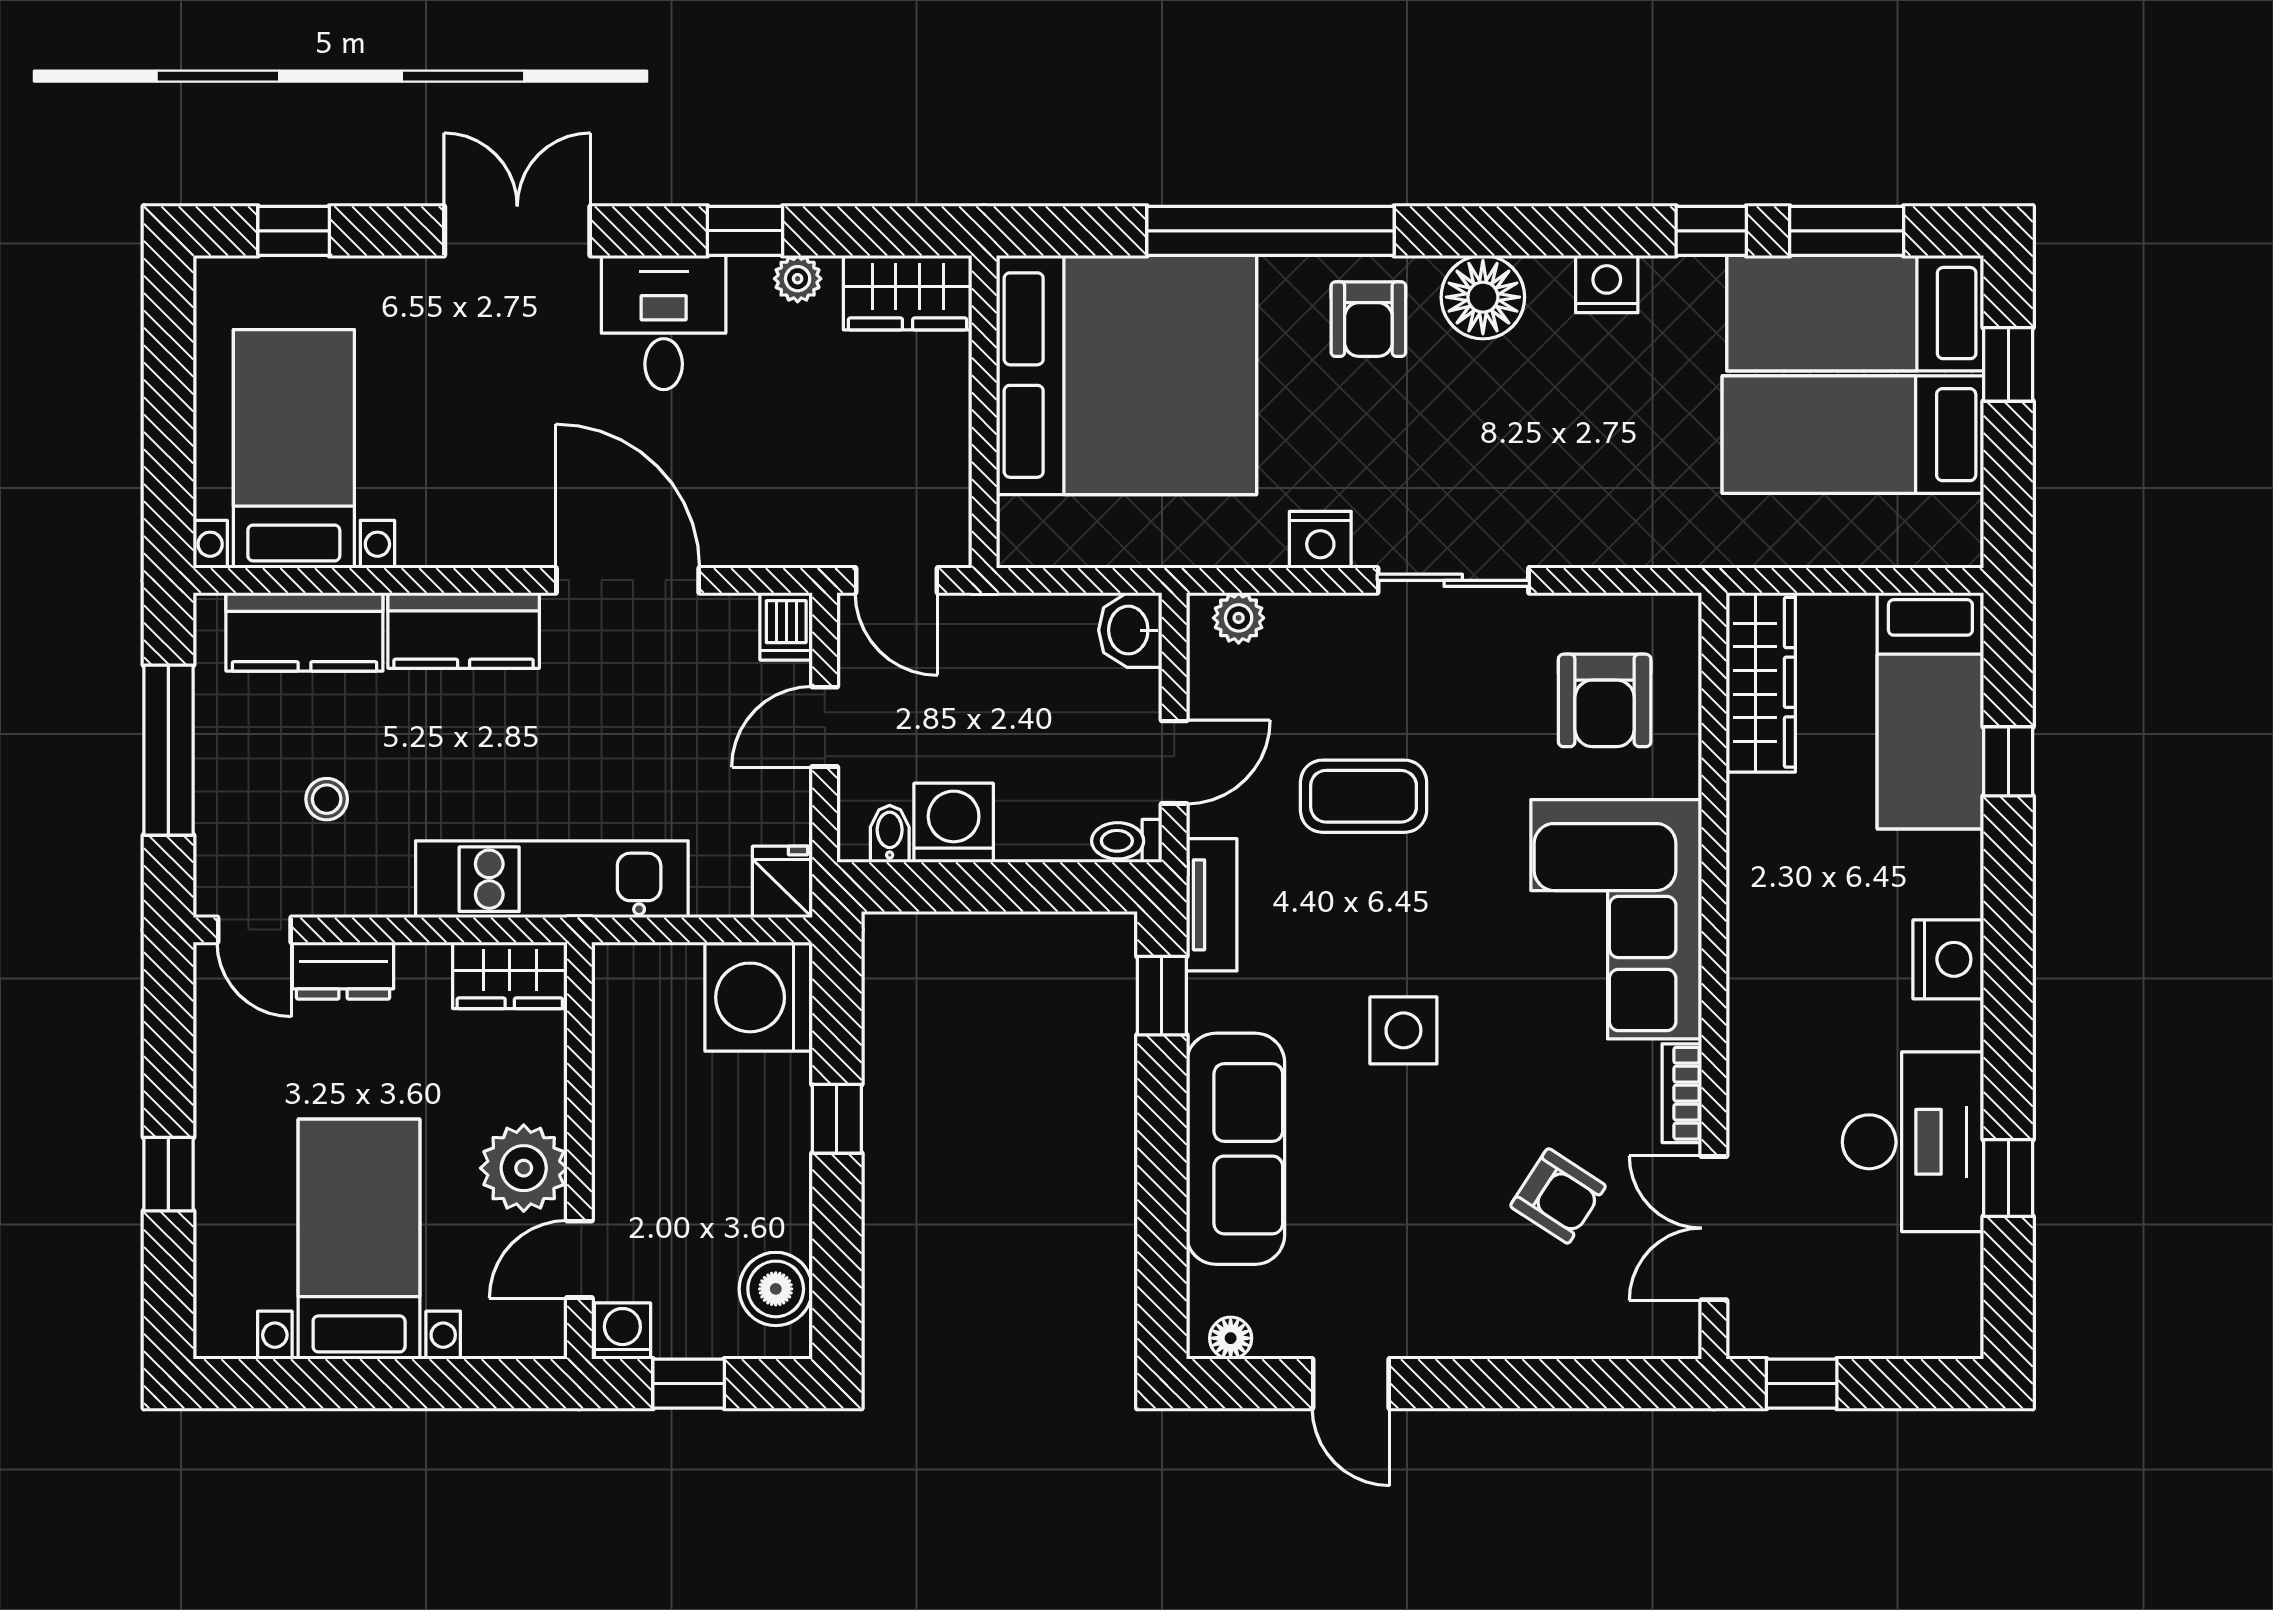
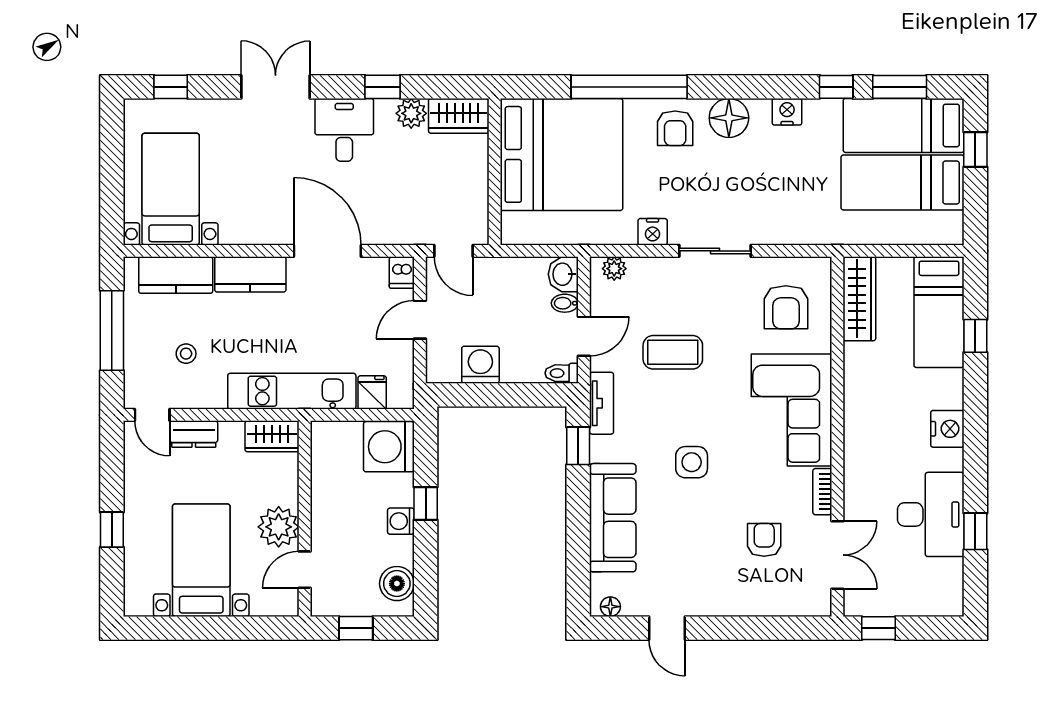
plant: (798, 279) -> (411, 113), width x1.38, depth x1.38
bidet: (890, 834) -> (565, 303), moved, turned -90
fridge: (782, 882) -> (372, 392), moved
armchair: (1558, 1196) -> (764, 540), turned -123
double door: (1714, 1228) -> (837, 555), swing flipped
washing machine: (622, 1331) -> (401, 521), moved, turned -90

